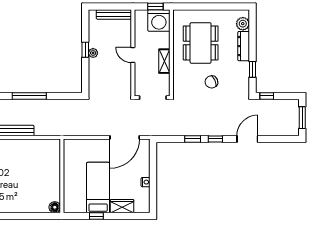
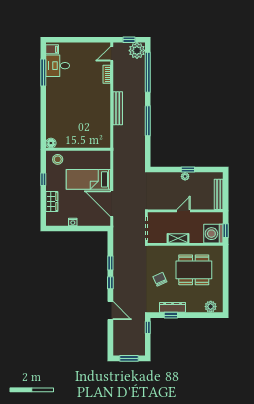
dresser: (244, 46) -> (173, 307), moved
bed: (98, 188) -> (88, 179), moved, turned 180
stool: (74, 199) -> (58, 159), added

